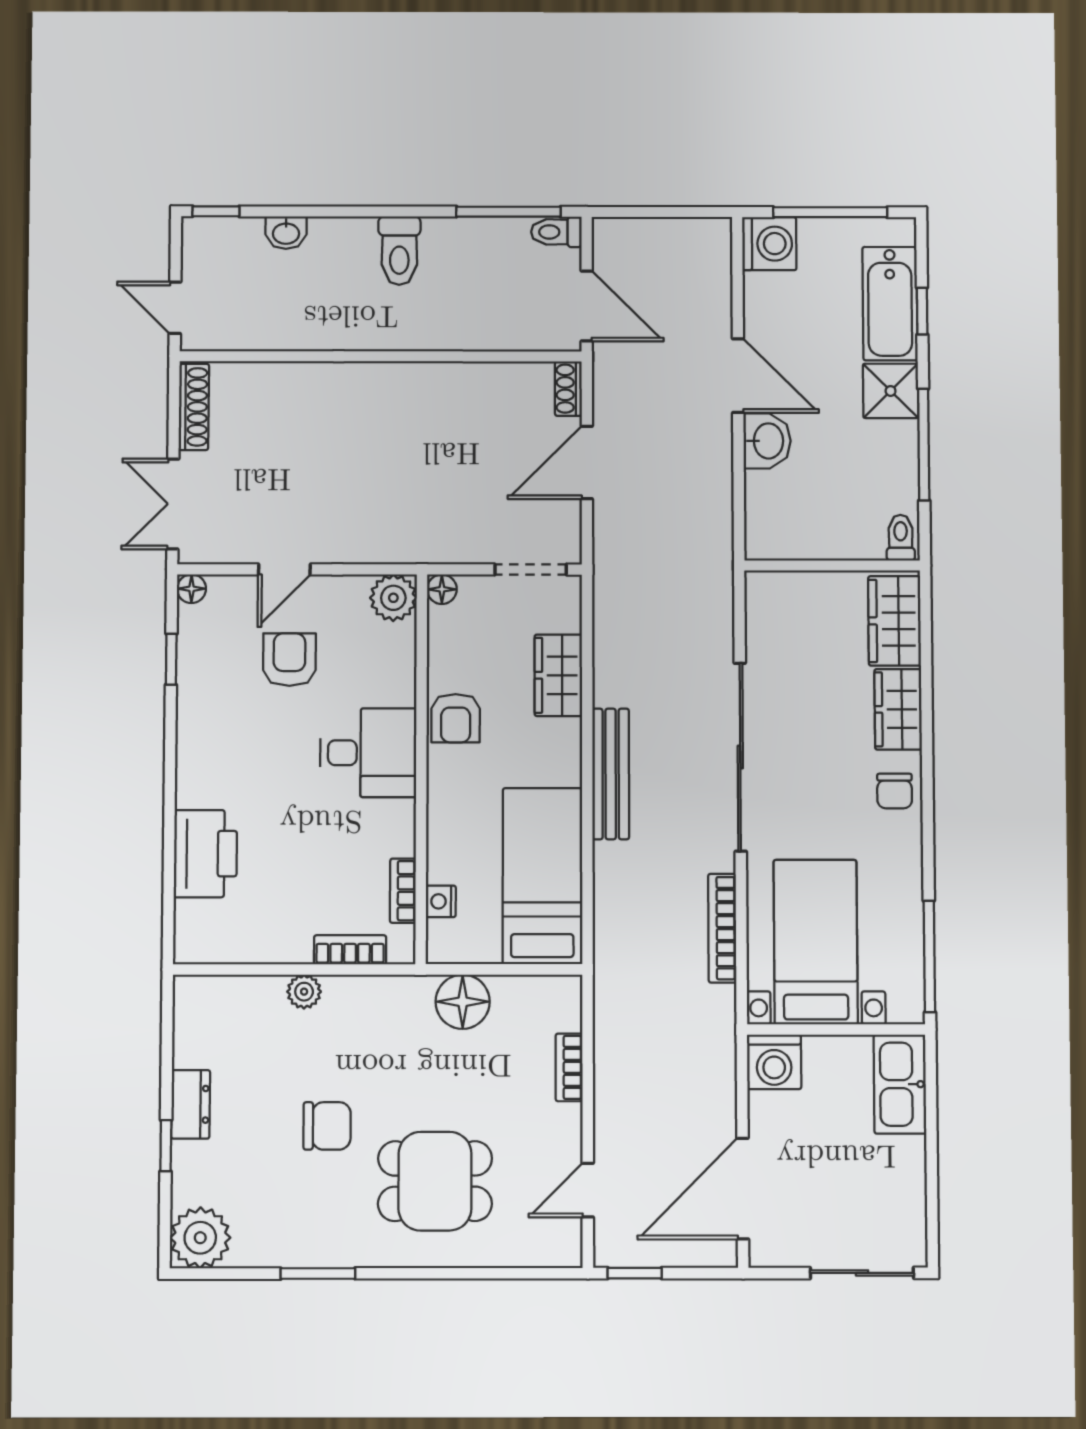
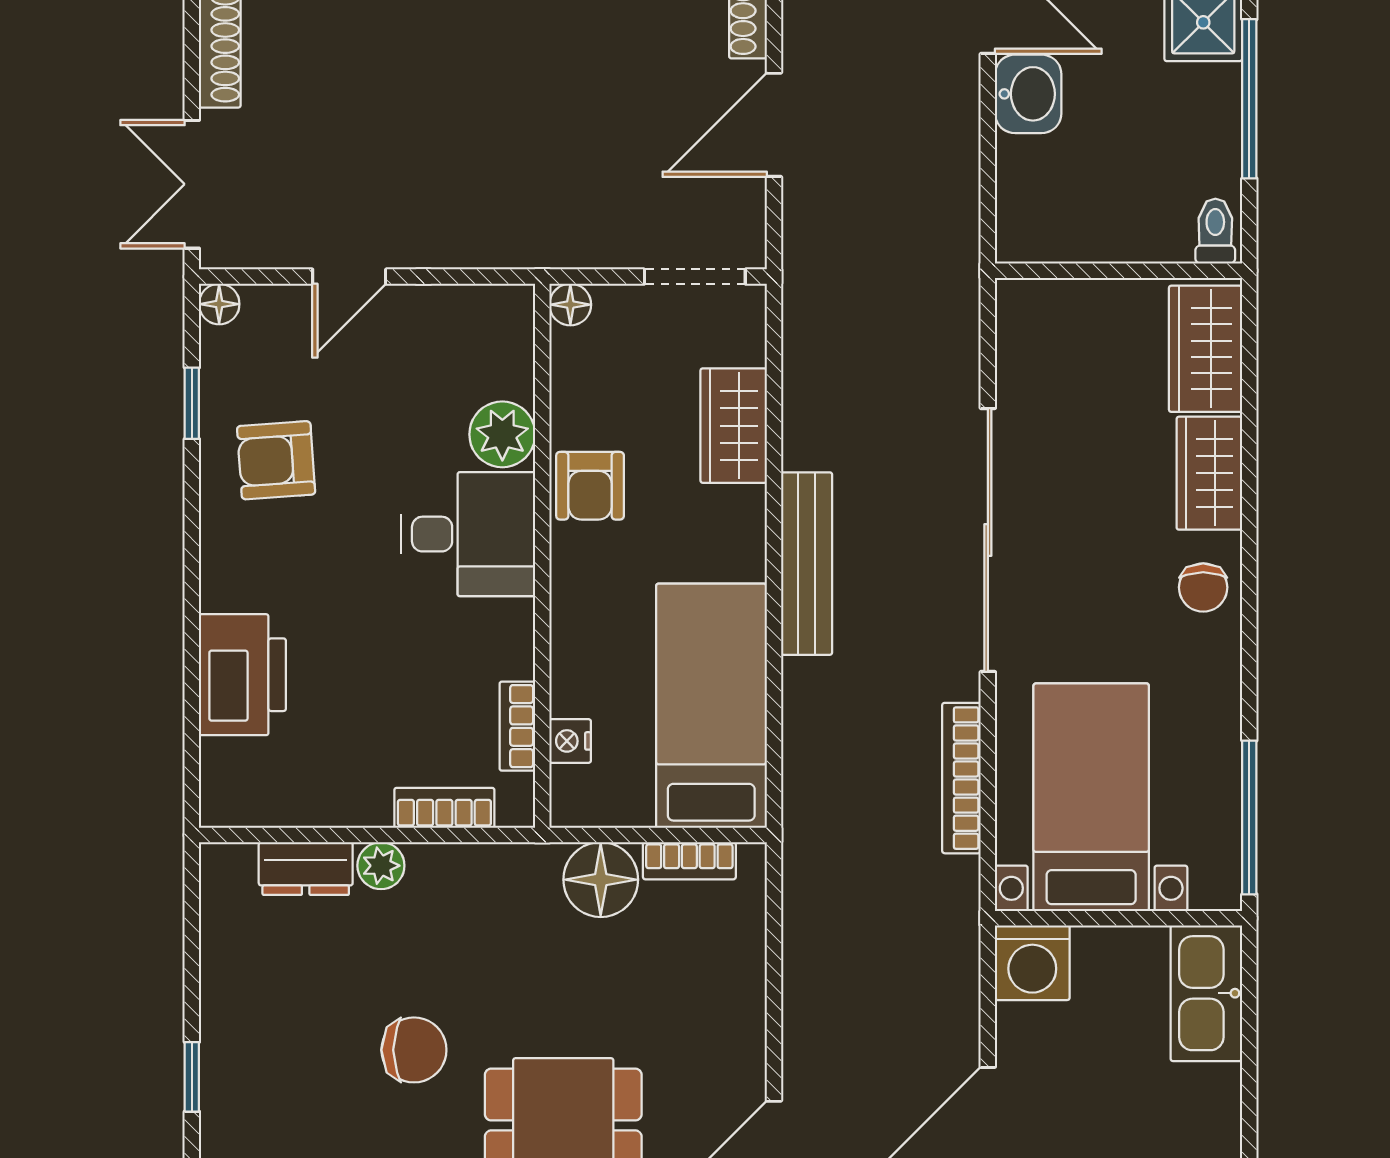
plant: (393, 598) -> (502, 434), moved
armchair: (289, 660) -> (276, 460), moved, turned -94
bookcase: (569, 1067) -> (689, 861), moved, turned -90
dresser: (191, 1104) -> (306, 869), moved, turned 90

